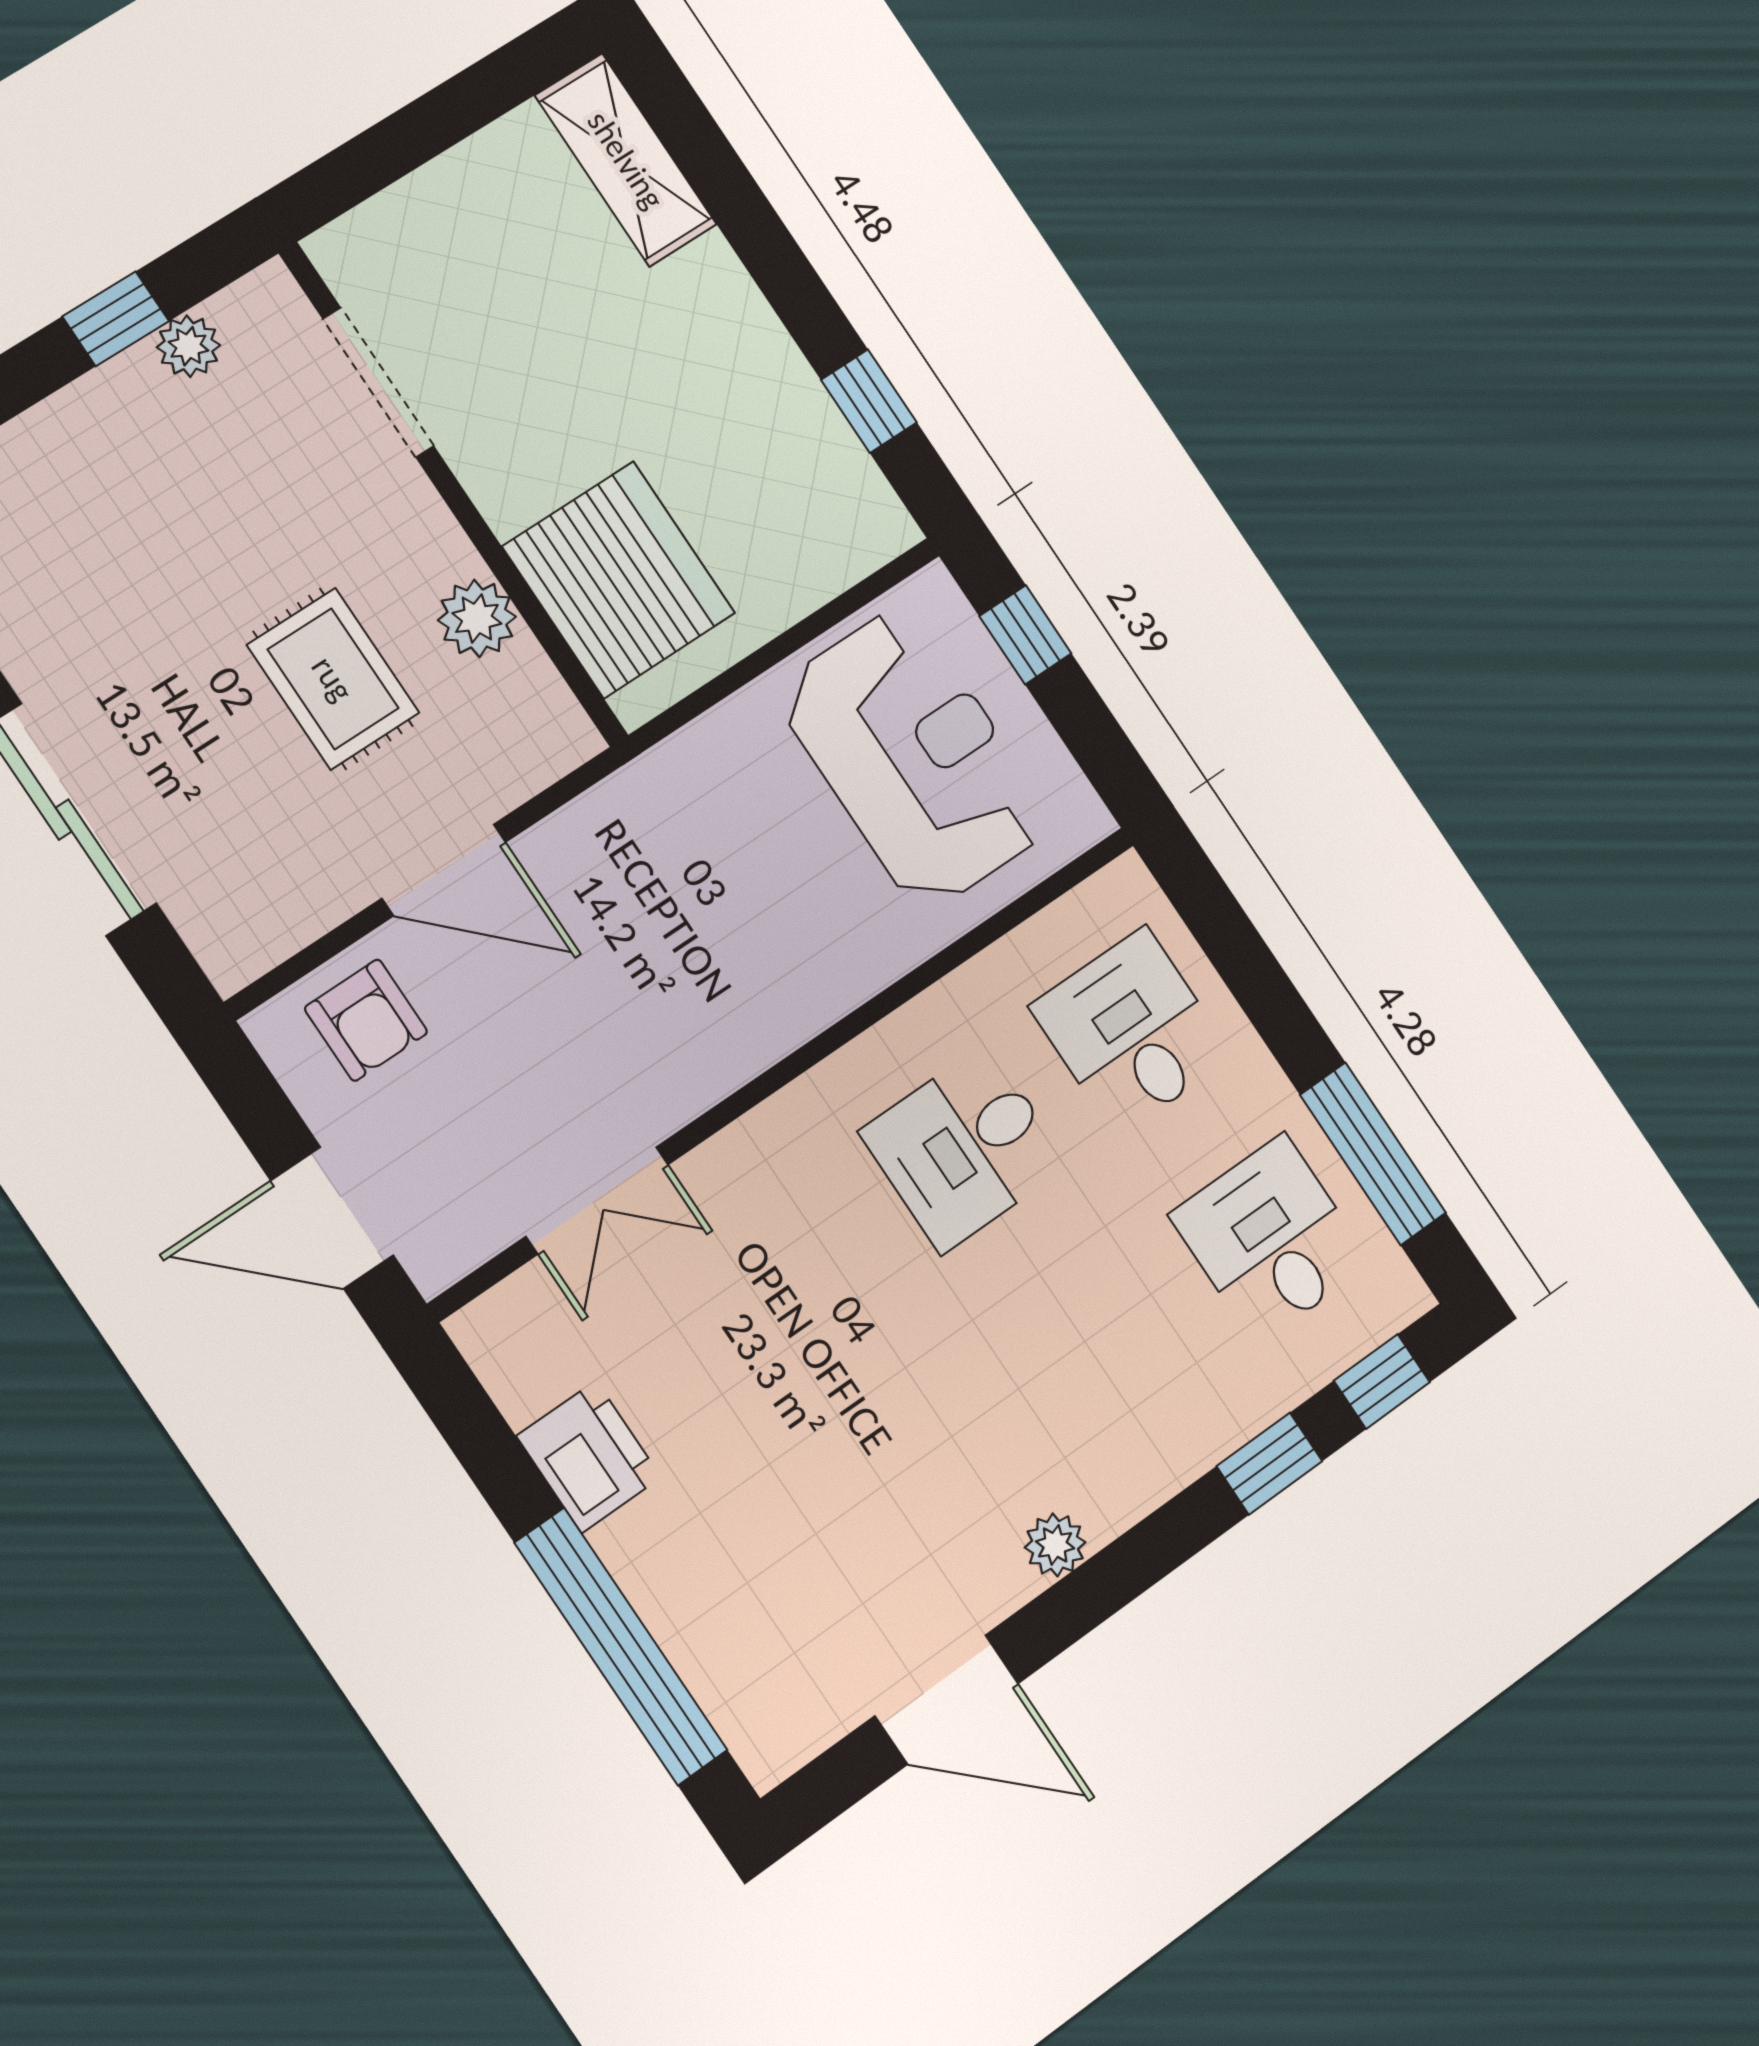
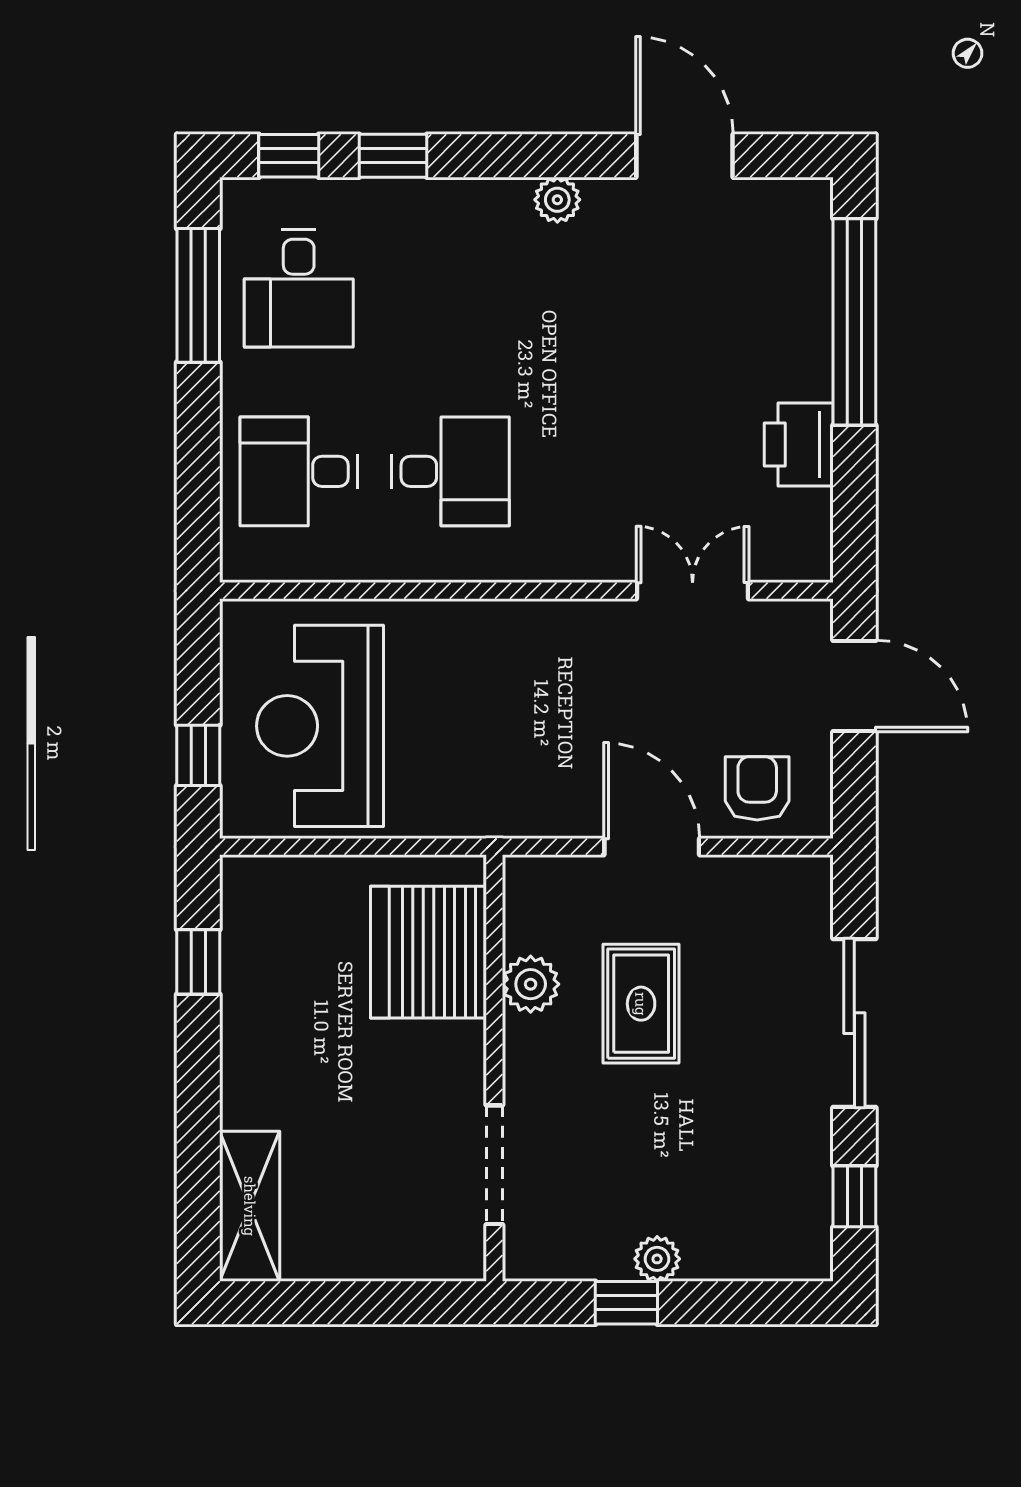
plant: (188, 346) -> (657, 1259), moved
desk: (1131, 1032) -> (299, 471), turned 90

